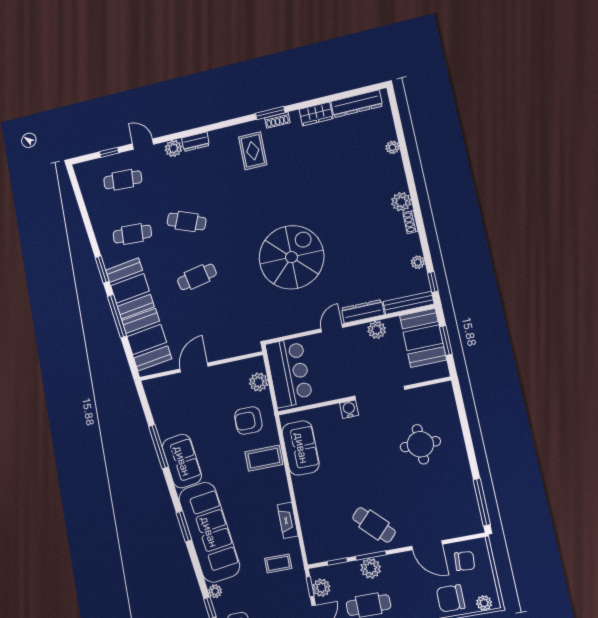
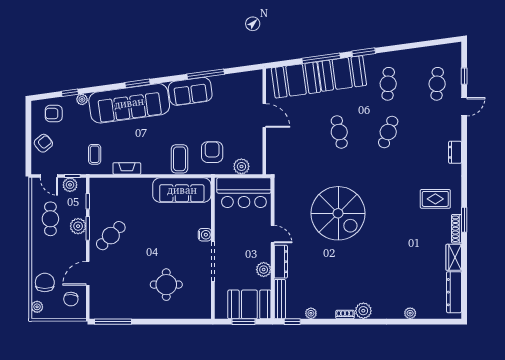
shoe rack: (277, 120) -> (456, 229), width x1.43
plant: (173, 148) -> (454, 132), removed
sofa: (301, 448) -> (182, 190), width x1.36

